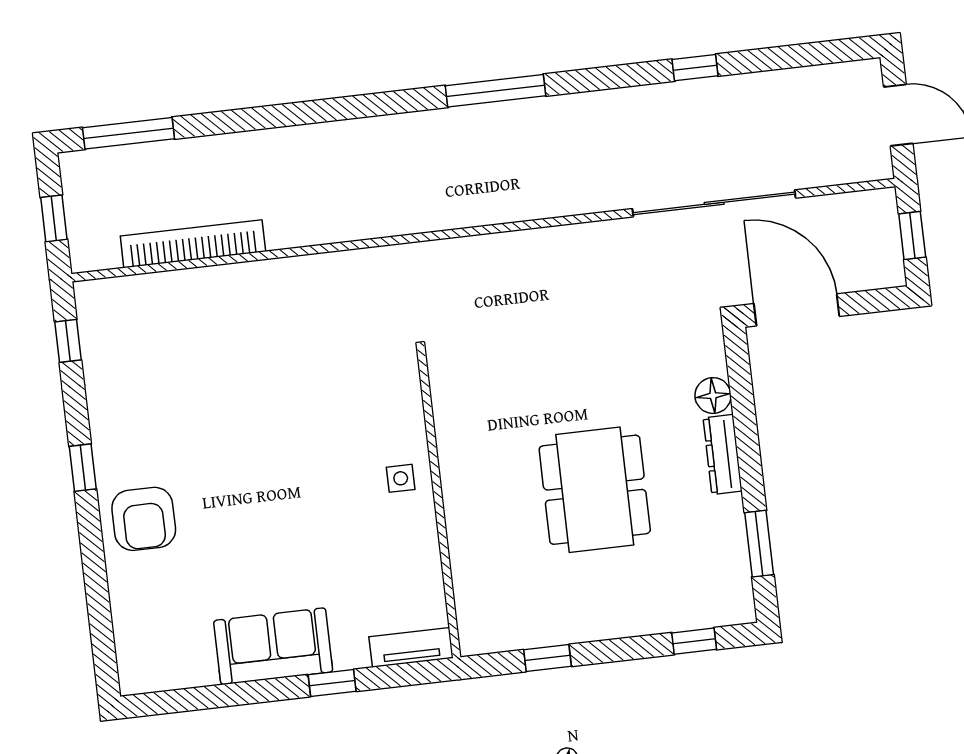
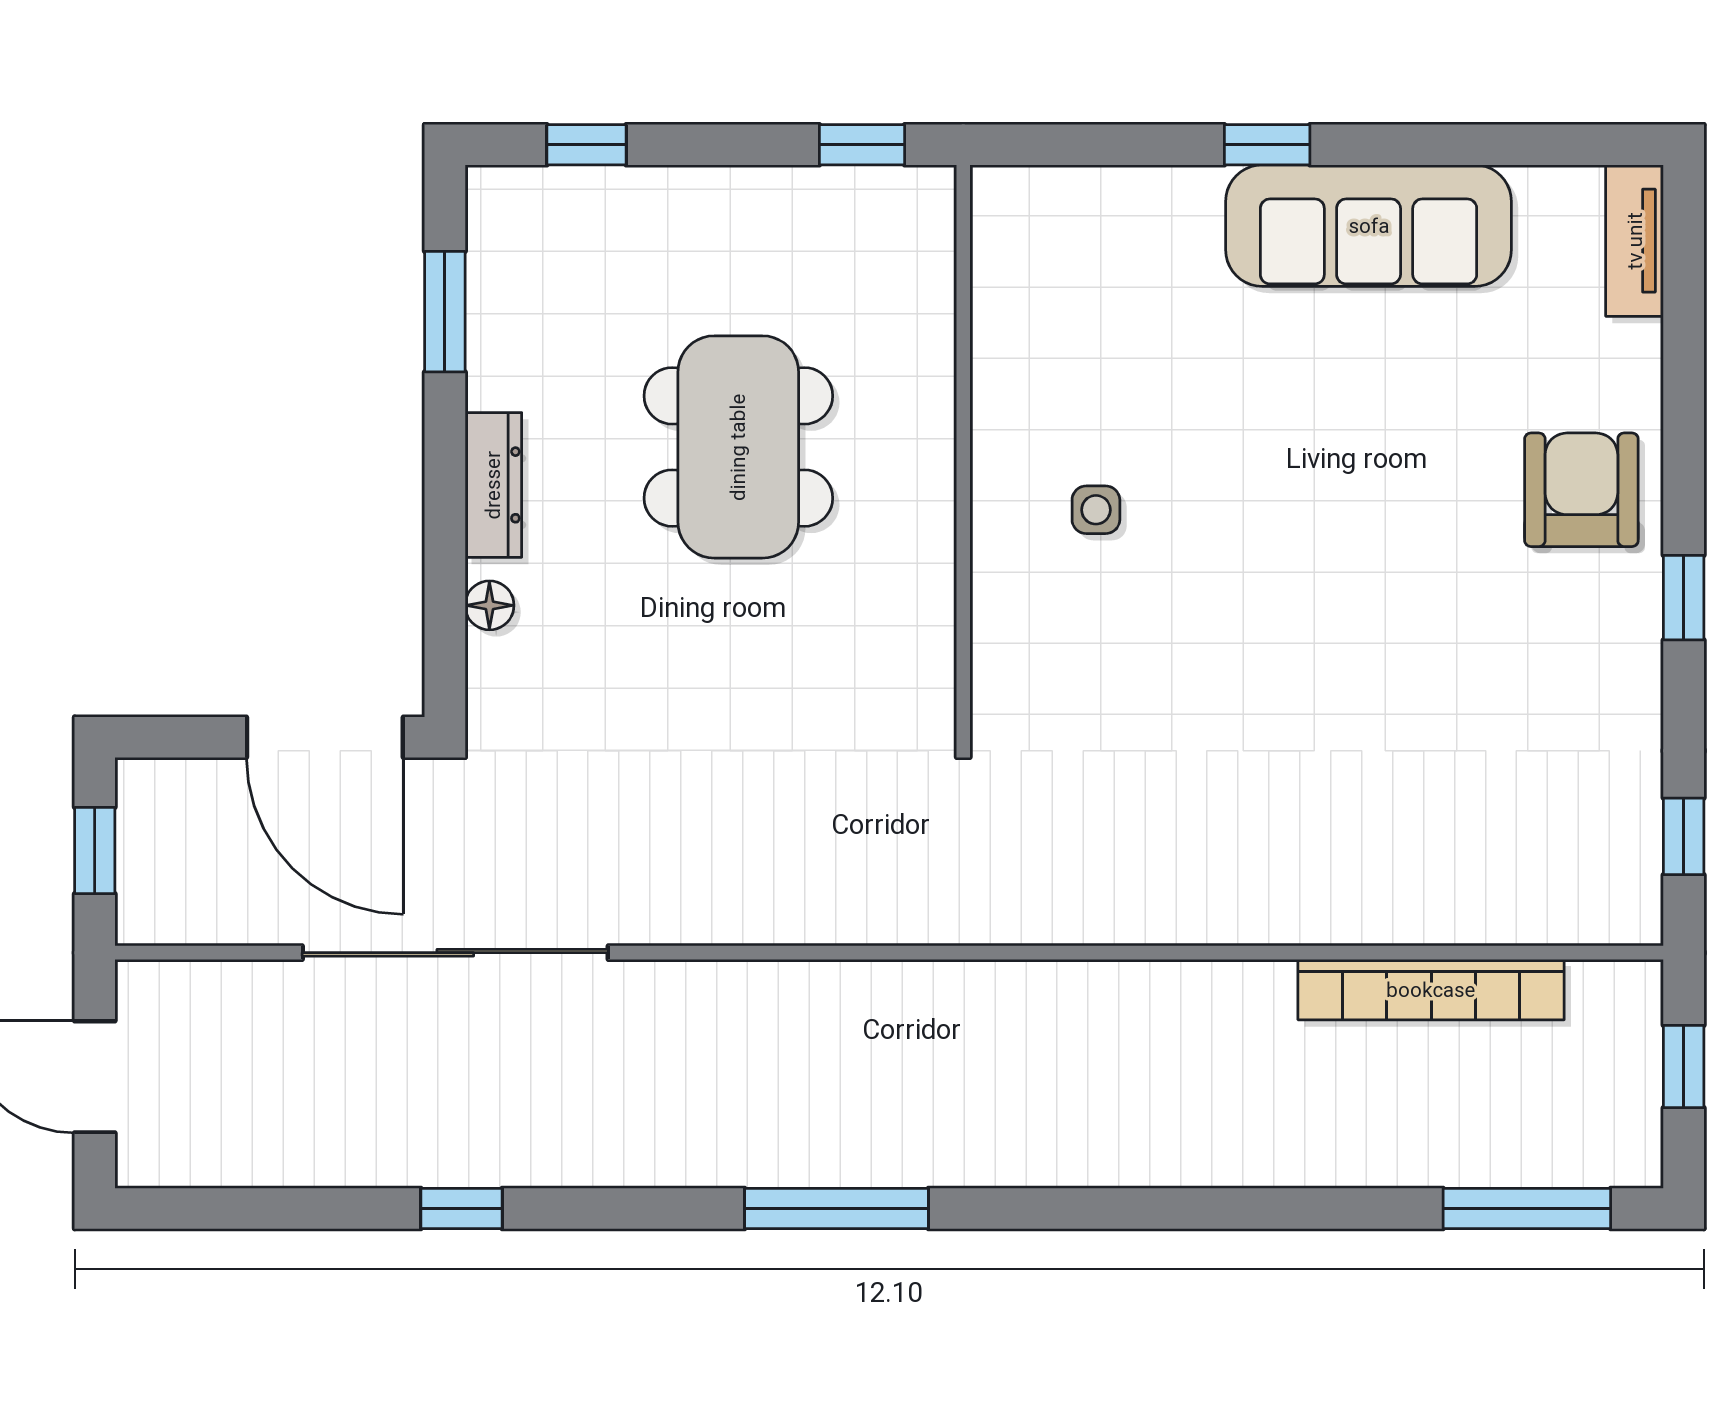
floor lamp: (713, 396) -> (489, 605), width x0.73, depth x0.73
wall: (439, 504) -> (963, 454), moved
sofa: (273, 646) -> (1369, 226), width x1.36
tv unit: (411, 647) -> (1635, 241), moved, turned 90

